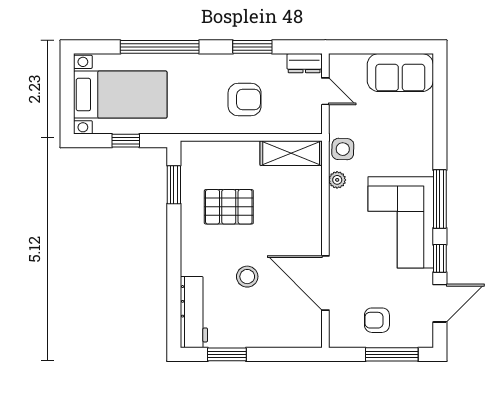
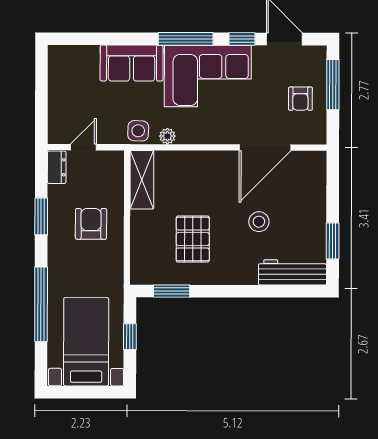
sofa: (400, 73) -> (132, 63), moved, turned 90

